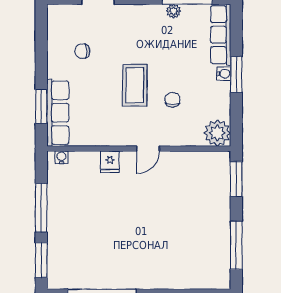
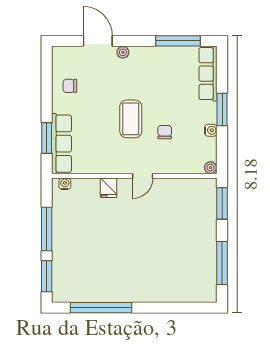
plant: (173, 11) -> (123, 52), moved
chair: (82, 51) -> (70, 86), moved
water cooler: (224, 74) -> (211, 130), moved
plant: (217, 133) -> (211, 168), width x0.53, depth x0.53

